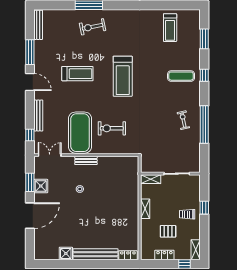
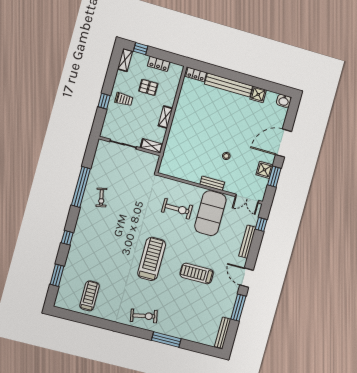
exercise bike: (93, 27) -> (144, 316), moved
exercise mat: (181, 76) -> (92, 243), removed
washbasin: (40, 254) -> (284, 101), added

